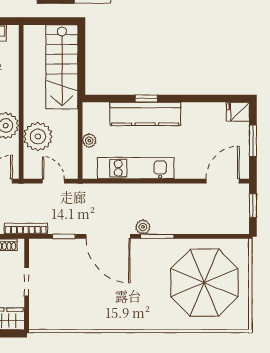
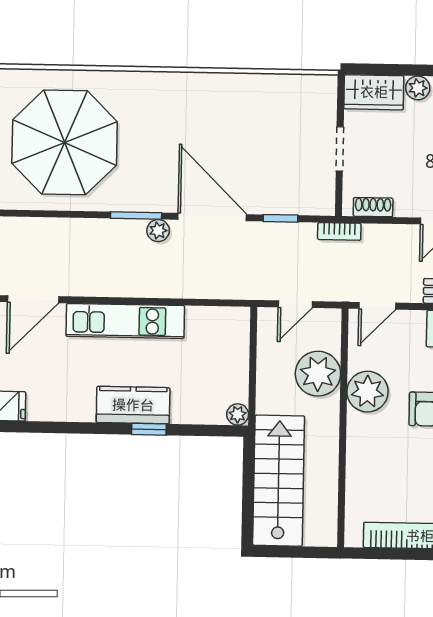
kitchen counter: (145, 114) -> (133, 405), width x0.67
plant: (89, 141) -> (238, 414), moved
kitchen unit: (136, 168) -> (125, 321), moved
door: (53, 181) -> (295, 304), hinge flipped
bookcase: (26, 229) -> (339, 231), width x0.64

